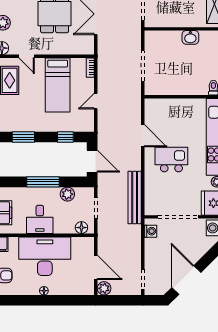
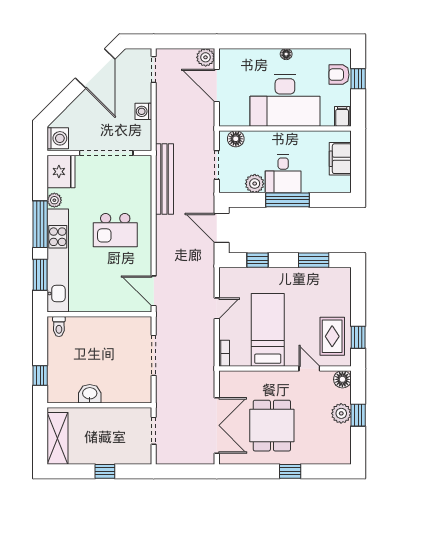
door: (143, 136) -> (154, 291), moved
desk: (40, 219) -> (283, 174), moved, turned 180
washing machine: (150, 231) -> (143, 111), moved

